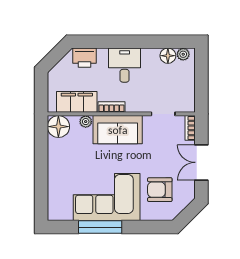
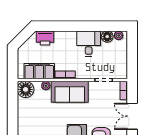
desk: (125, 65) -> (89, 44), moved

